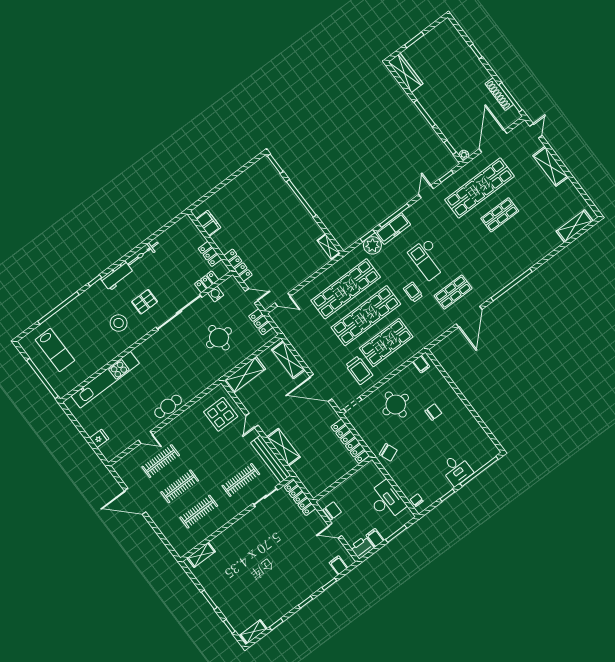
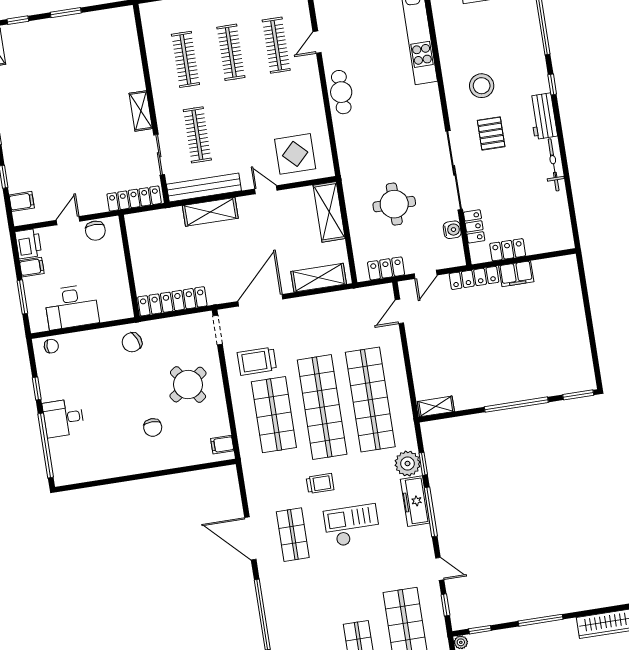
filing cabinet: (208, 223) -> (516, 274), moved
round table: (396, 405) -> (188, 385), turned -35
shelving: (201, 555) -> (141, 111), moved

